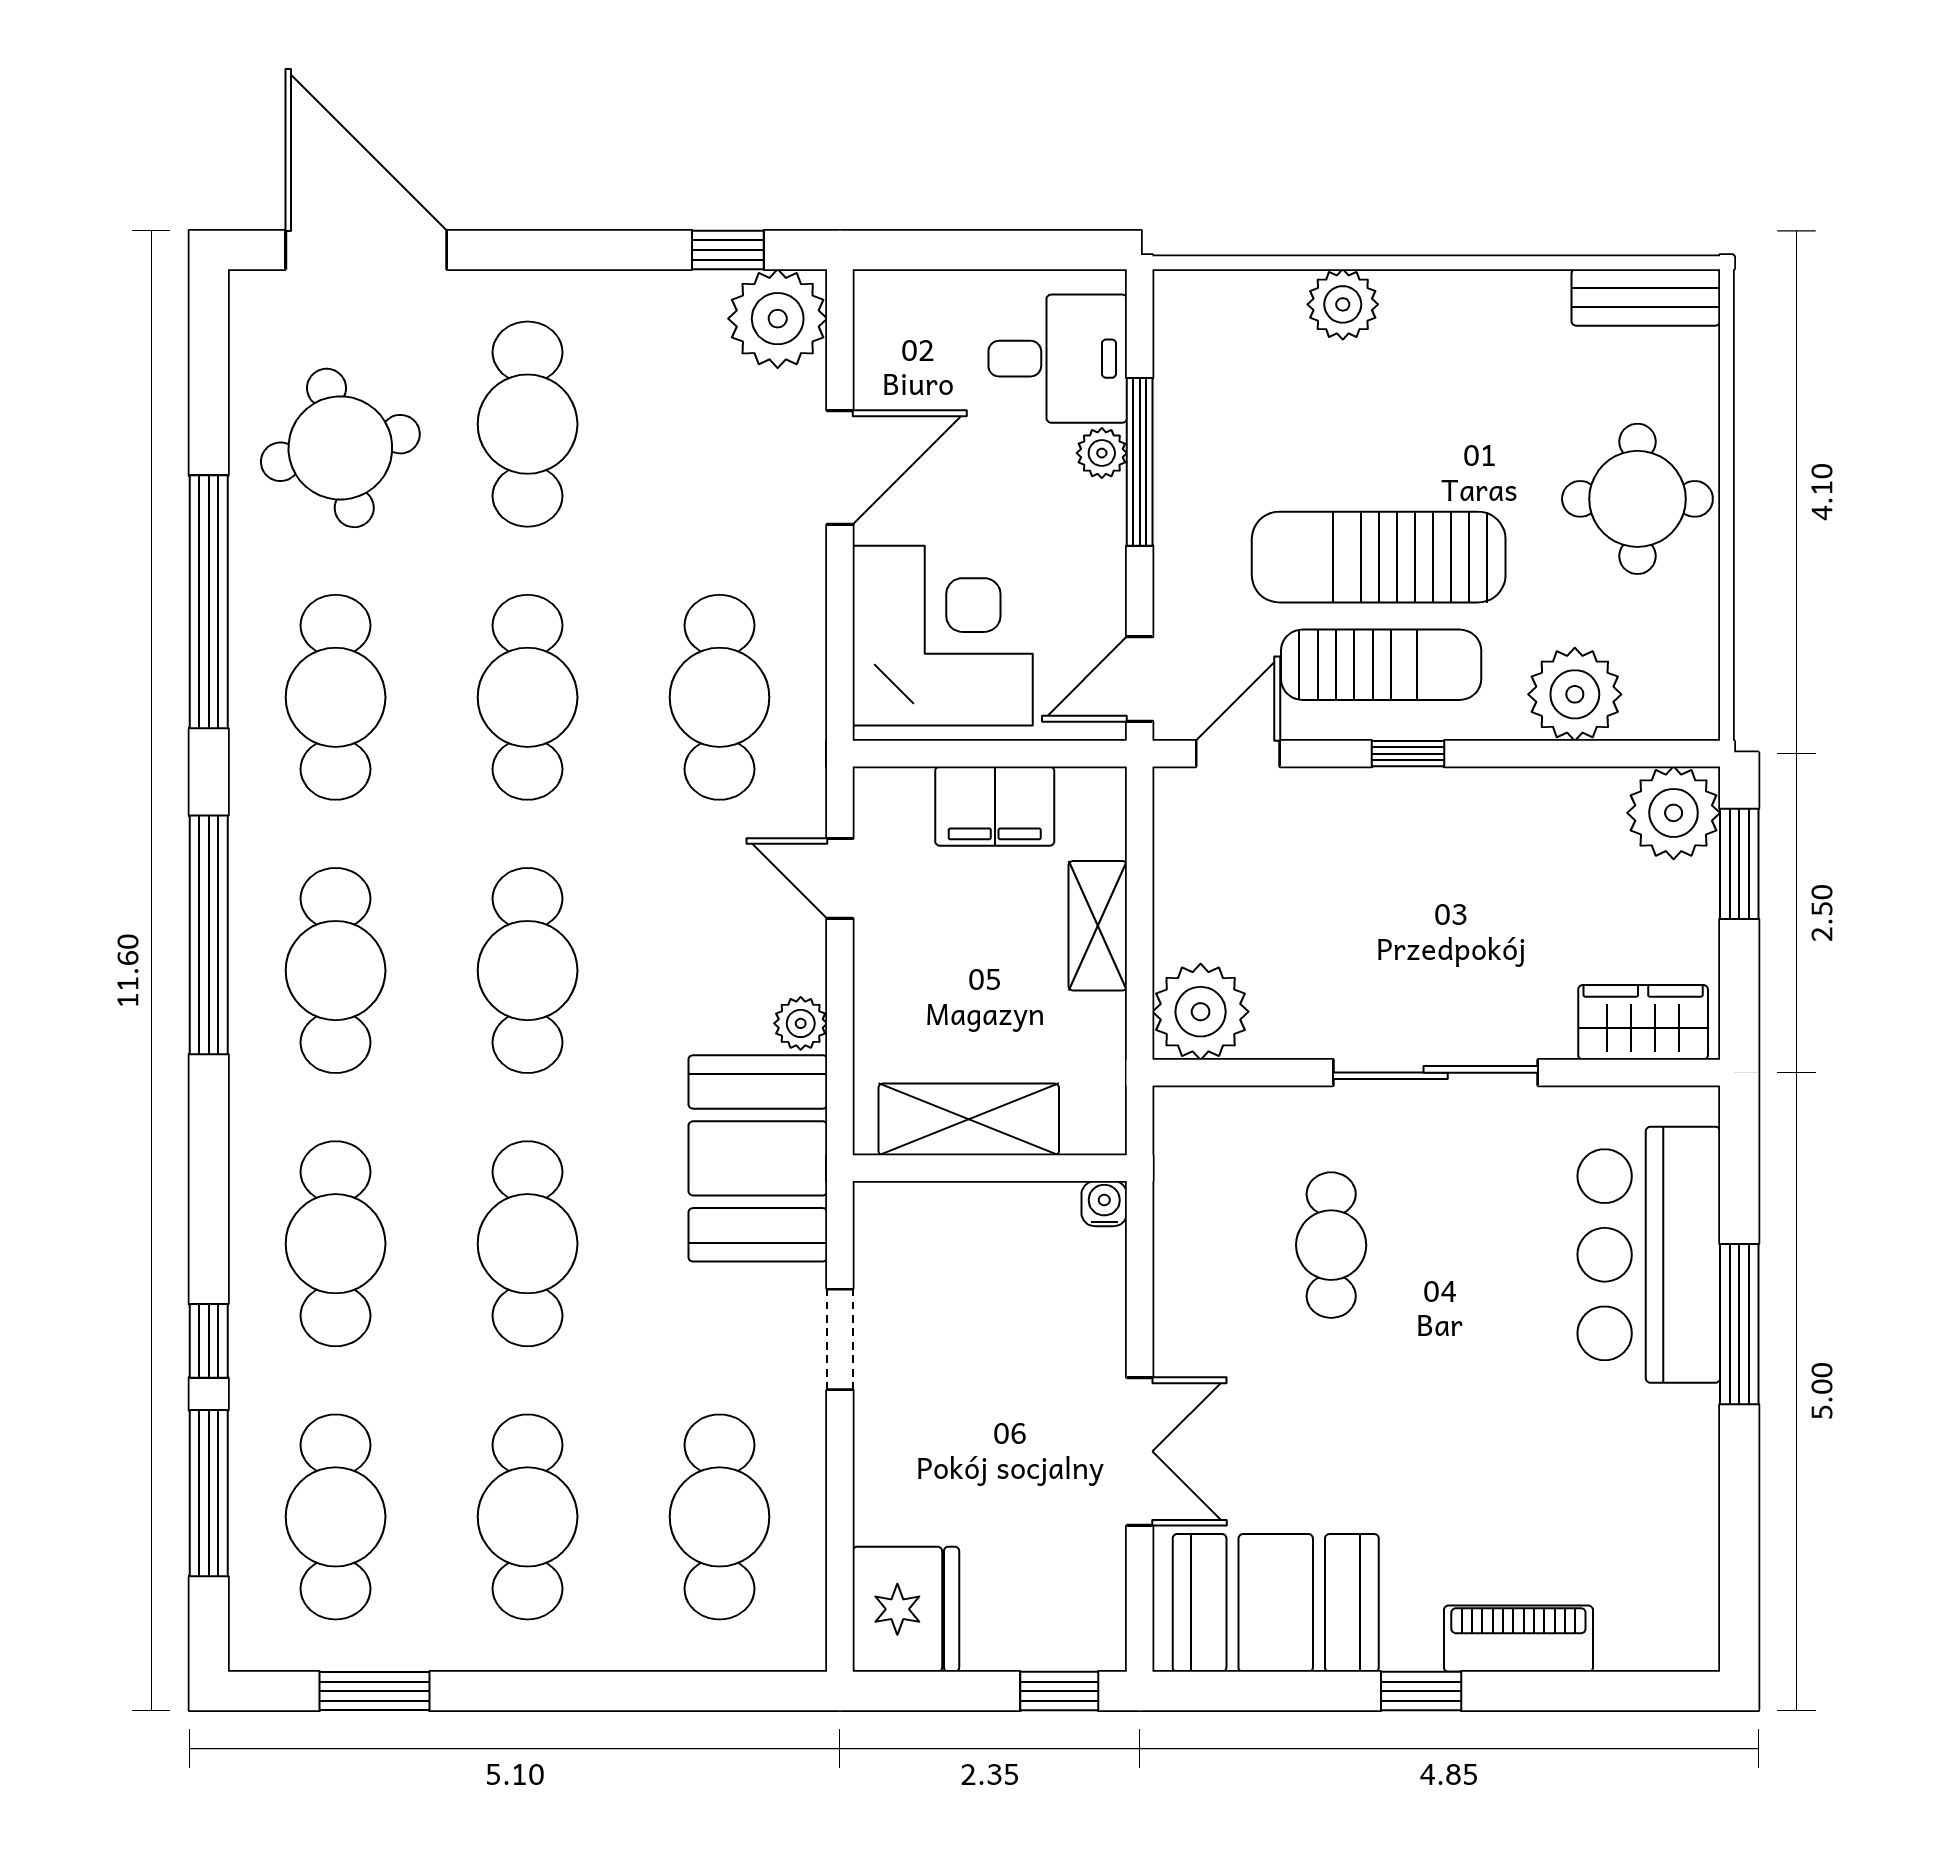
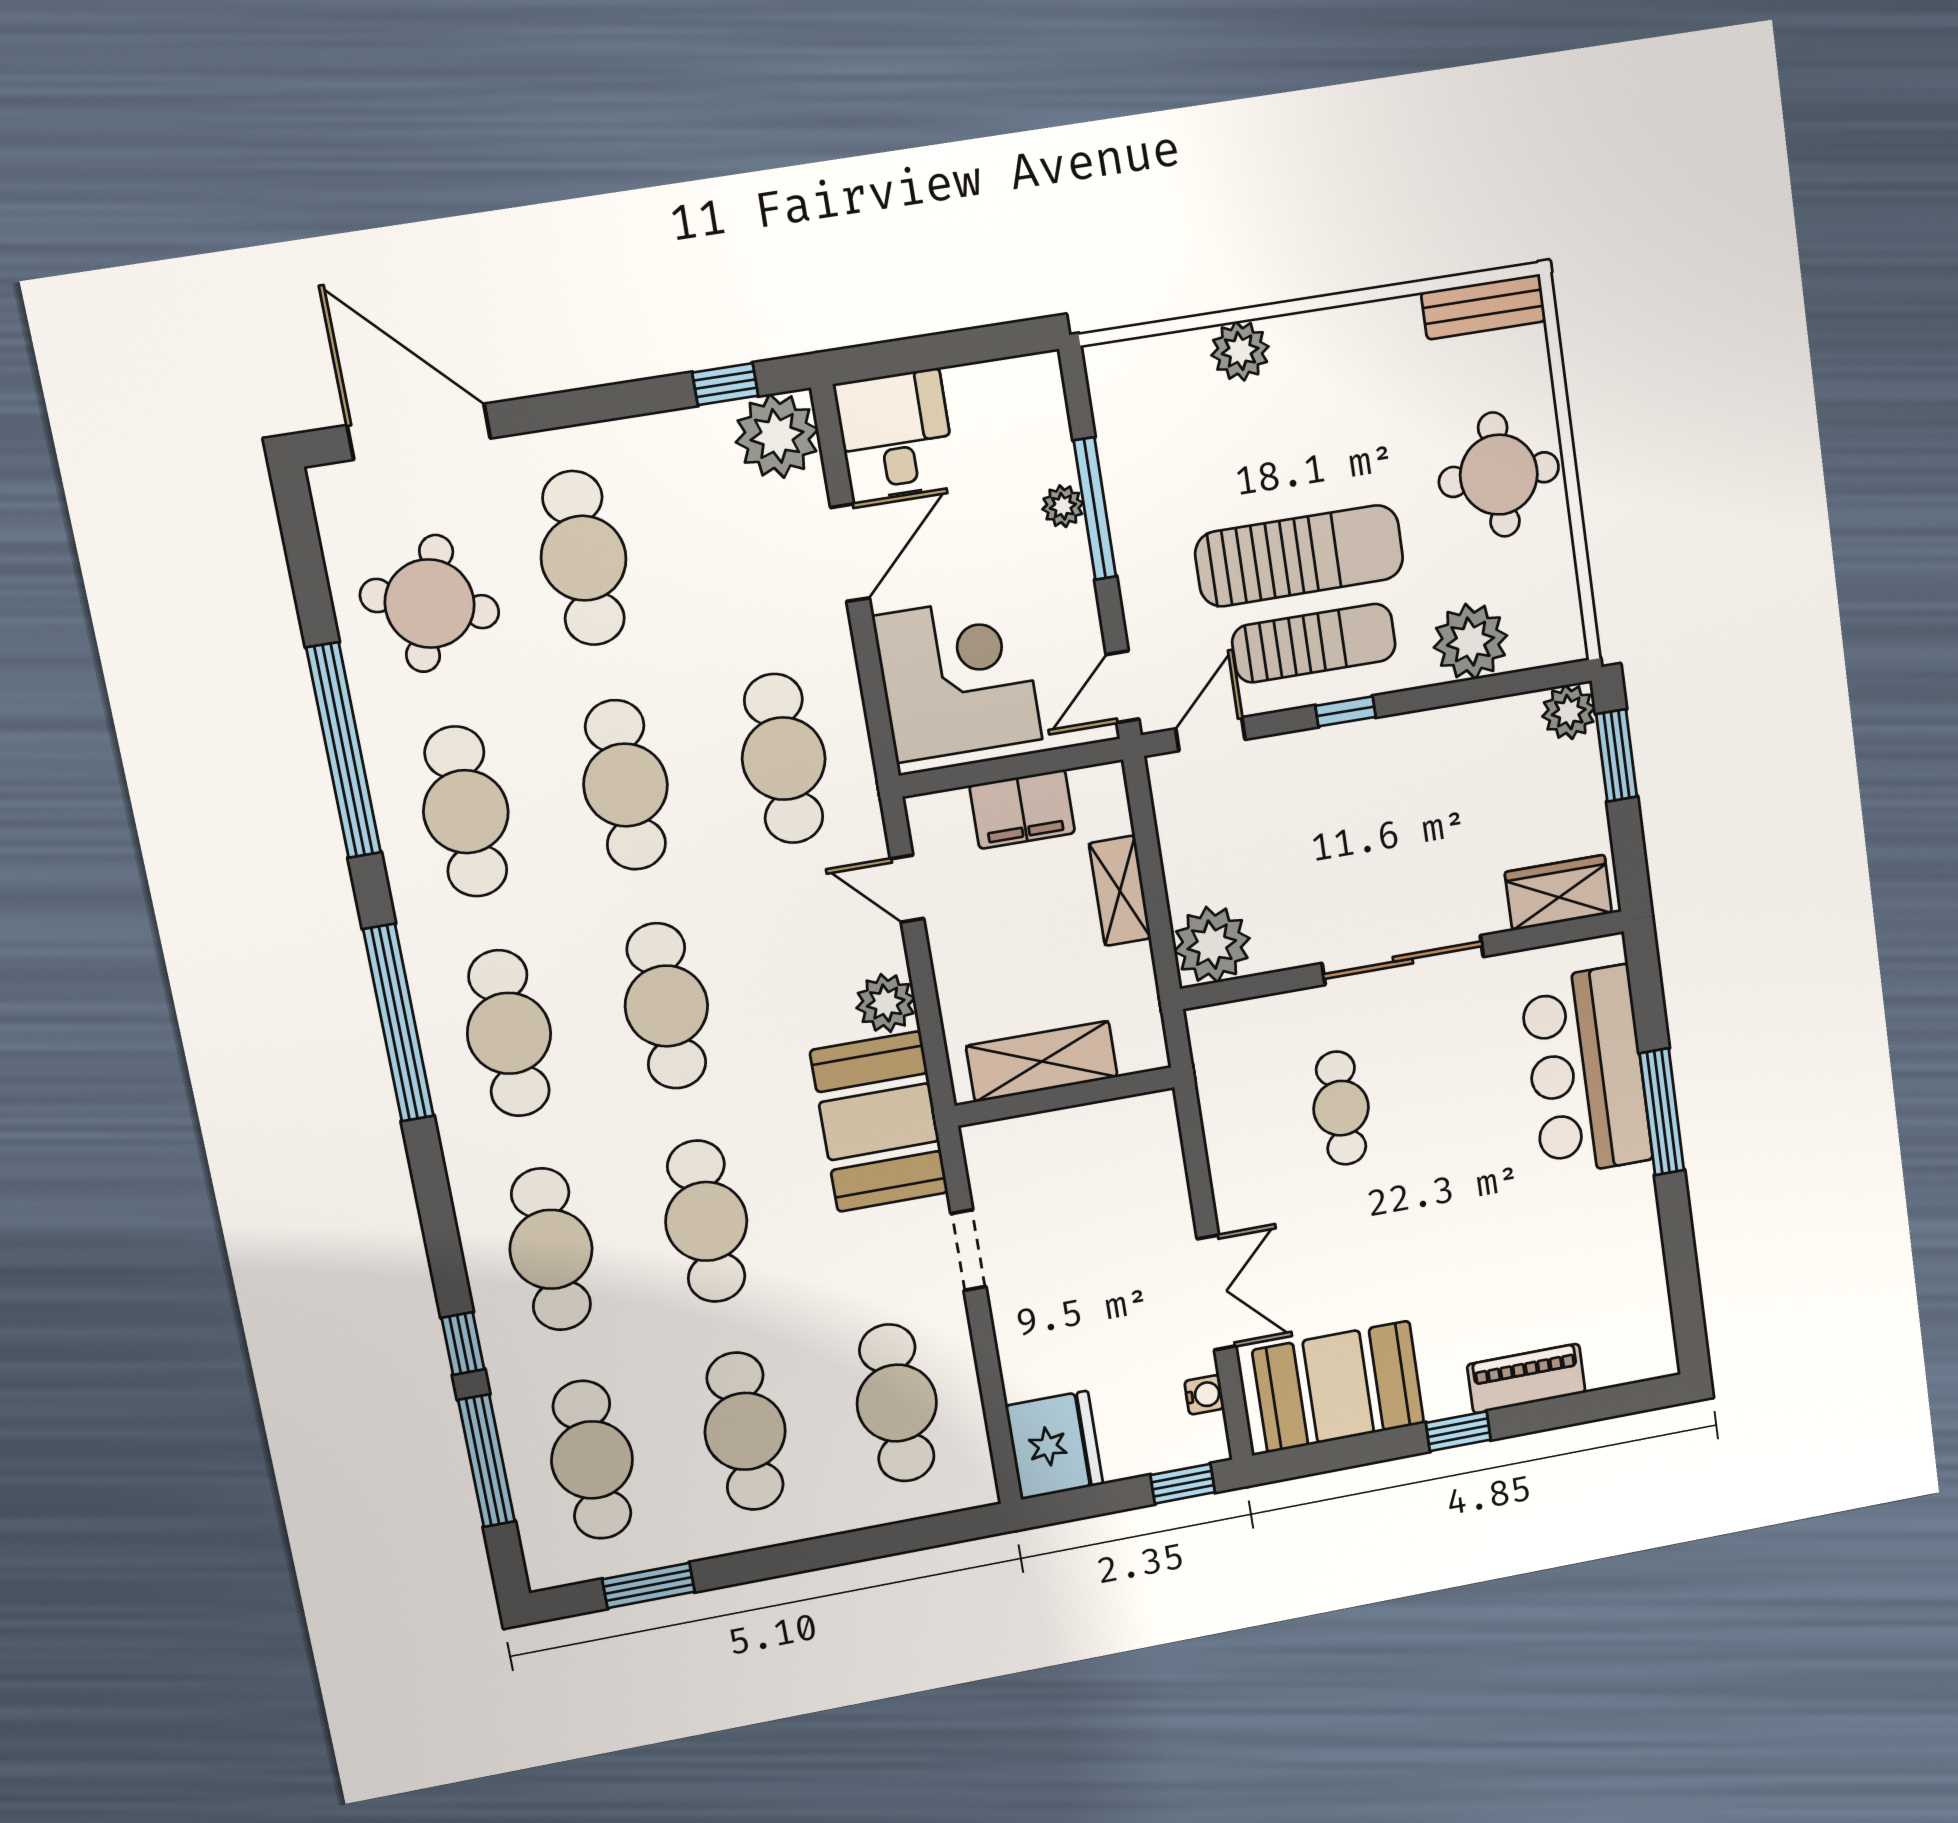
desk: (1058, 359) -> (895, 434), moved, turned -90
round table: (340, 448) -> (430, 604), turned 31
sun lounger: (1379, 557) -> (1299, 556), turned 180
plant: (1674, 813) -> (1569, 712), width x0.73, depth x0.73
plant: (801, 1023) -> (886, 1003), width x1.38, depth x1.38
water cooler: (1104, 1204) -> (1204, 1395), moved, turned 90

